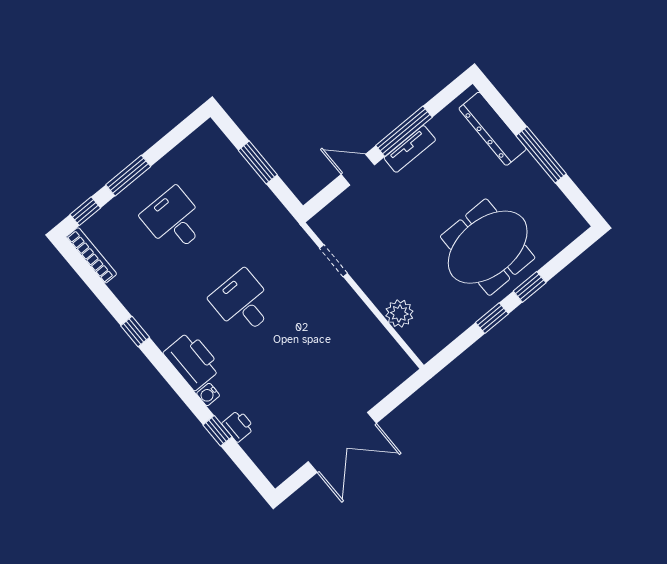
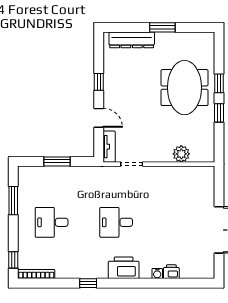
window: (404, 131) -> (99, 82), width x0.46
tv unit: (410, 149) -> (109, 147), moved
window: (541, 155) -> (162, 27), width x0.69
door: (358, 170) -> (99, 118), swing flipped
window: (128, 176) -> (13, 201), moved
water cooler: (208, 394) -> (157, 274), moved
window: (217, 431) -> (166, 283), removed

